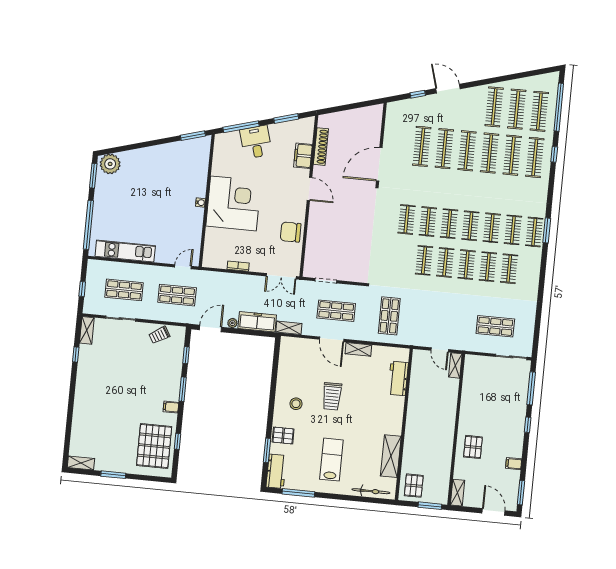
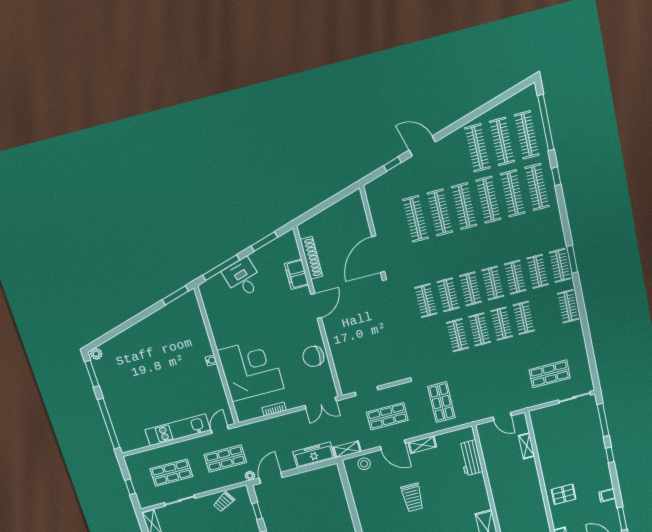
plant: (110, 164) -> (96, 354), width x0.53, depth x0.53
door: (309, 189) -> (316, 306), hinge flipped
corner desk: (233, 203) -> (251, 370), moved
kitchen unit: (125, 251) -> (178, 430), moved
clothes rail: (509, 269) -> (568, 306), moved
plant: (232, 323) -> (250, 475), moved
shelving: (455, 365) -> (527, 446), moved
stool: (296, 404) -> (364, 464), moved
pallet: (473, 447) -> (564, 494), turned 90

